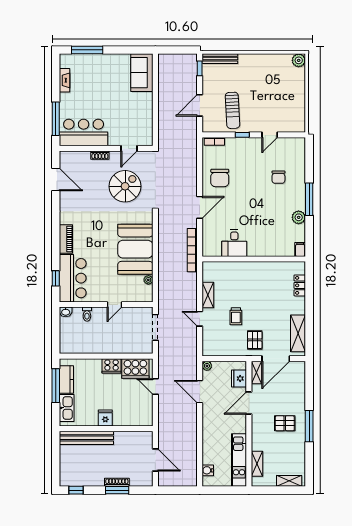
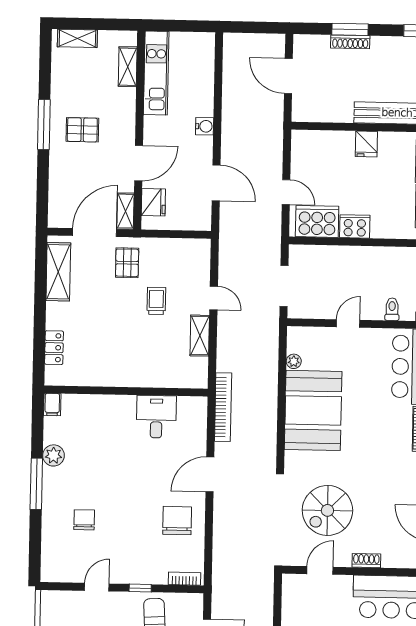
plant: (207, 366) -> (204, 223), removed
water cooler: (208, 470) -> (205, 126), moved

